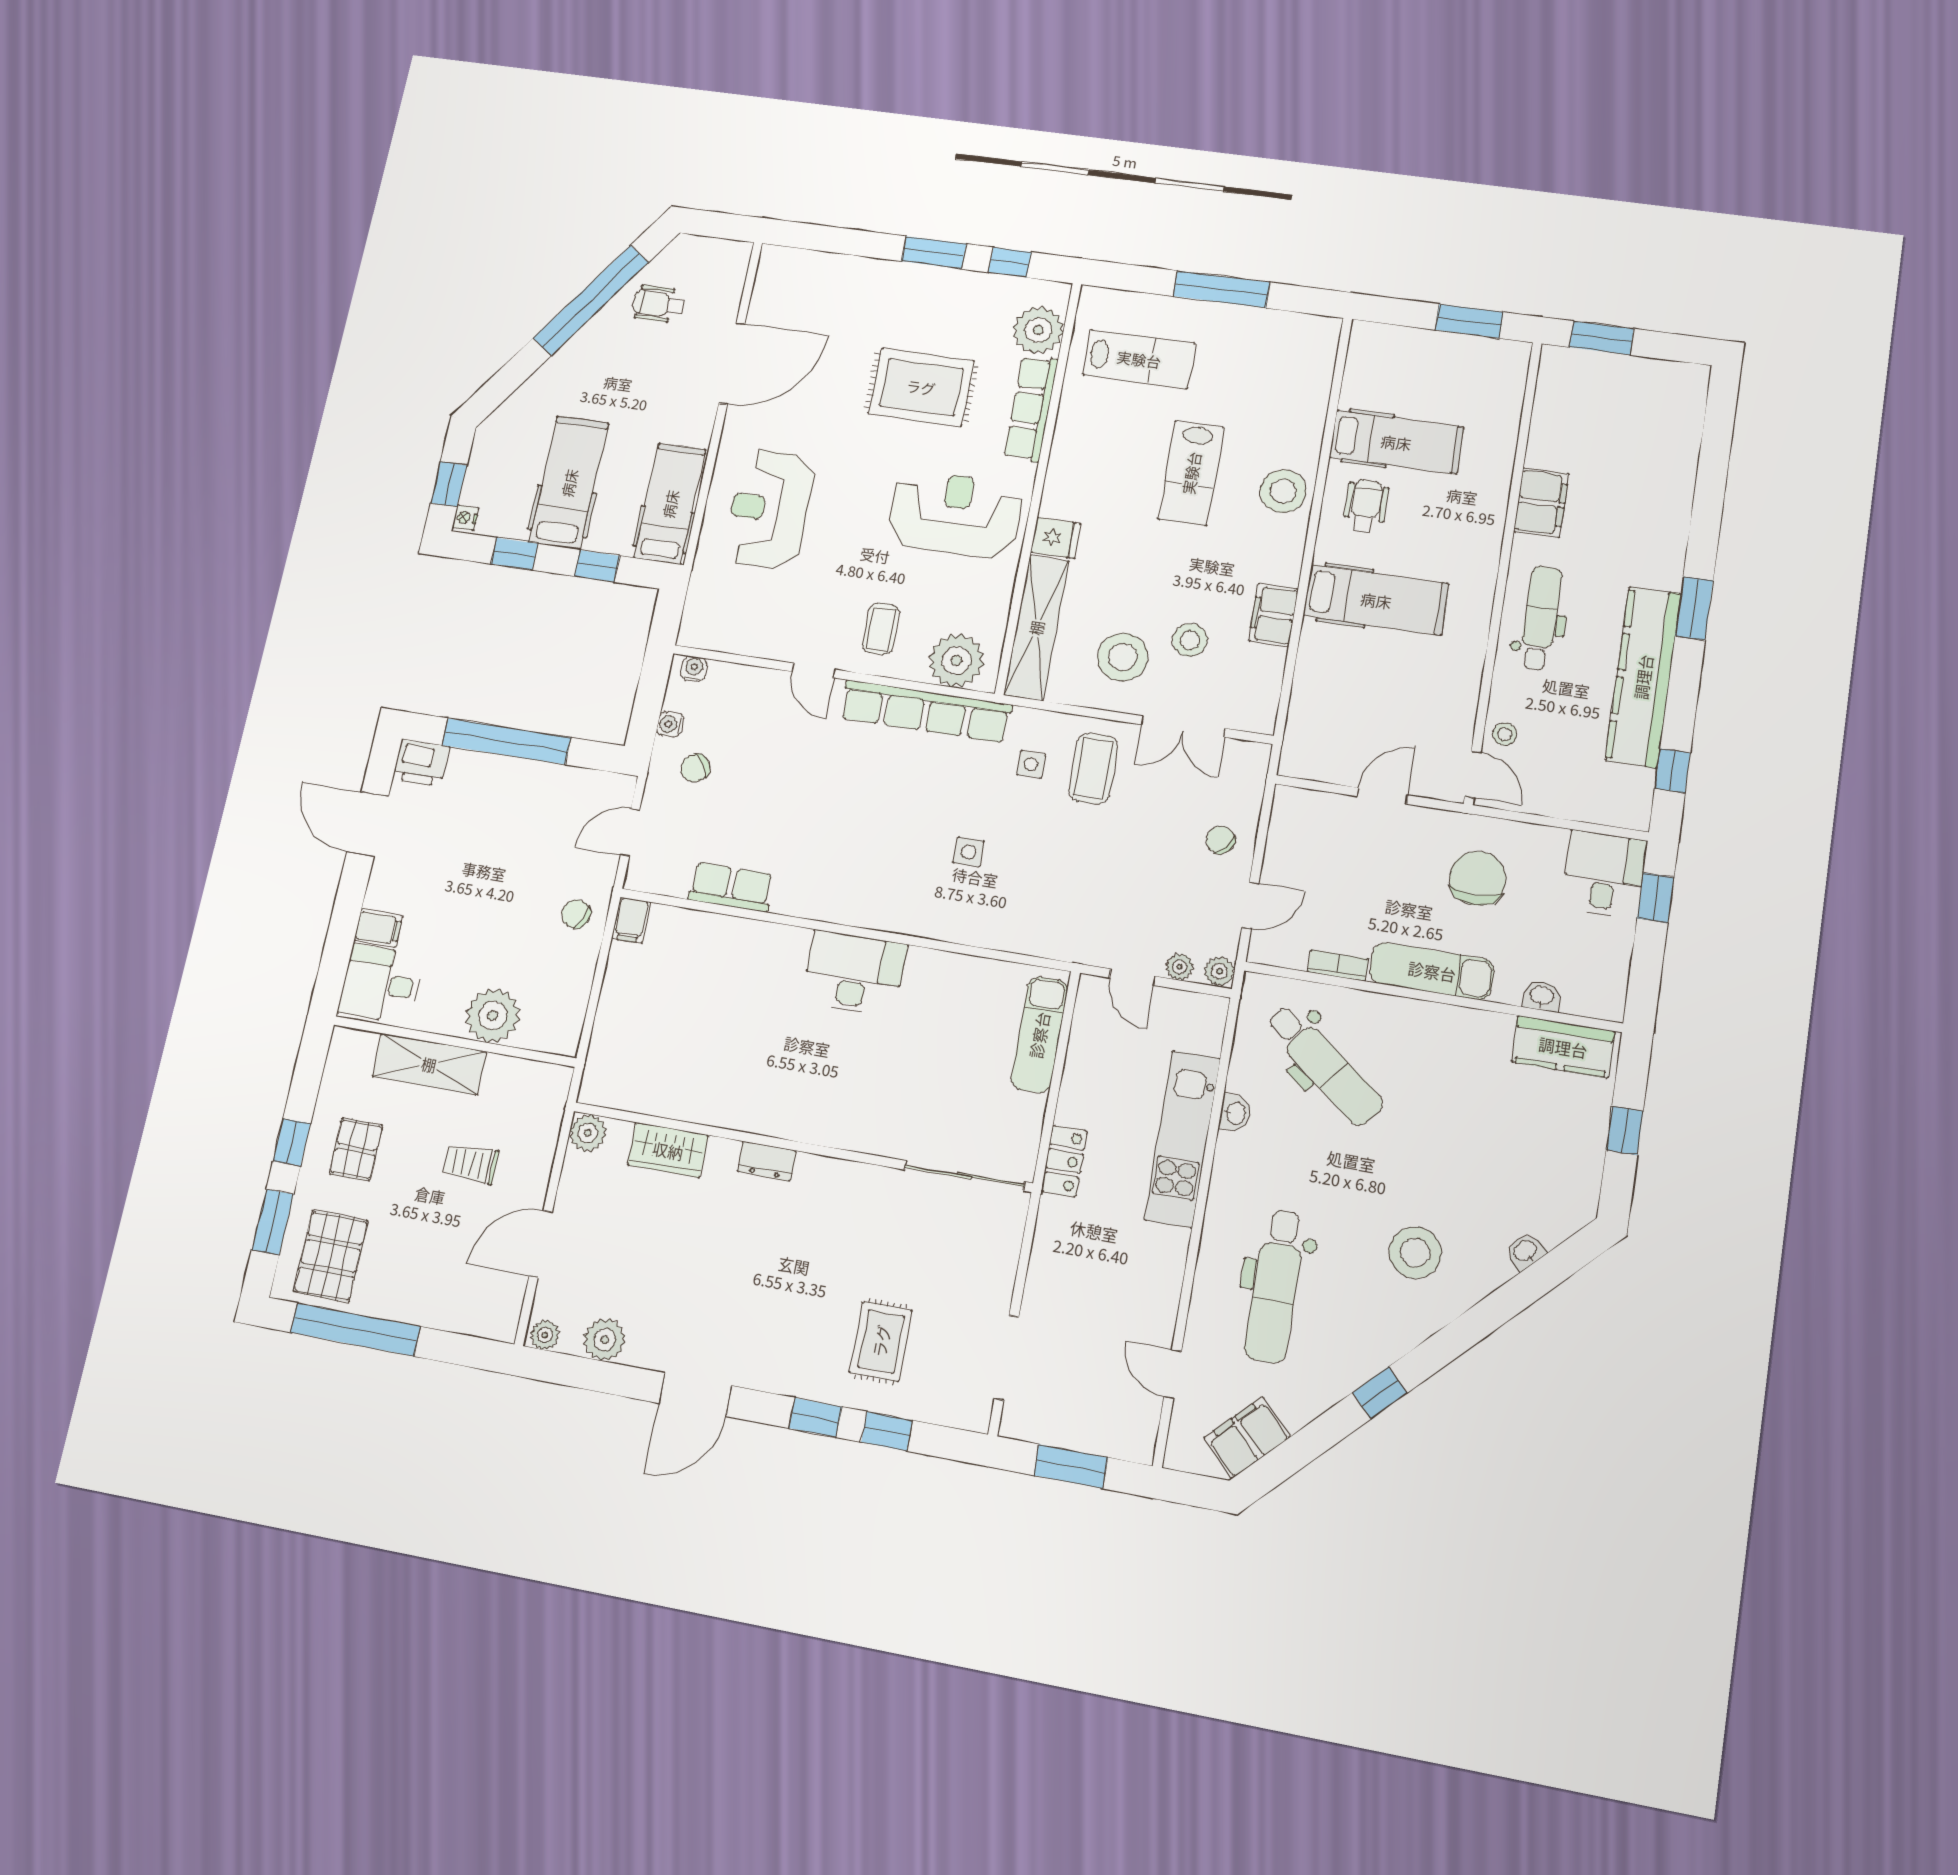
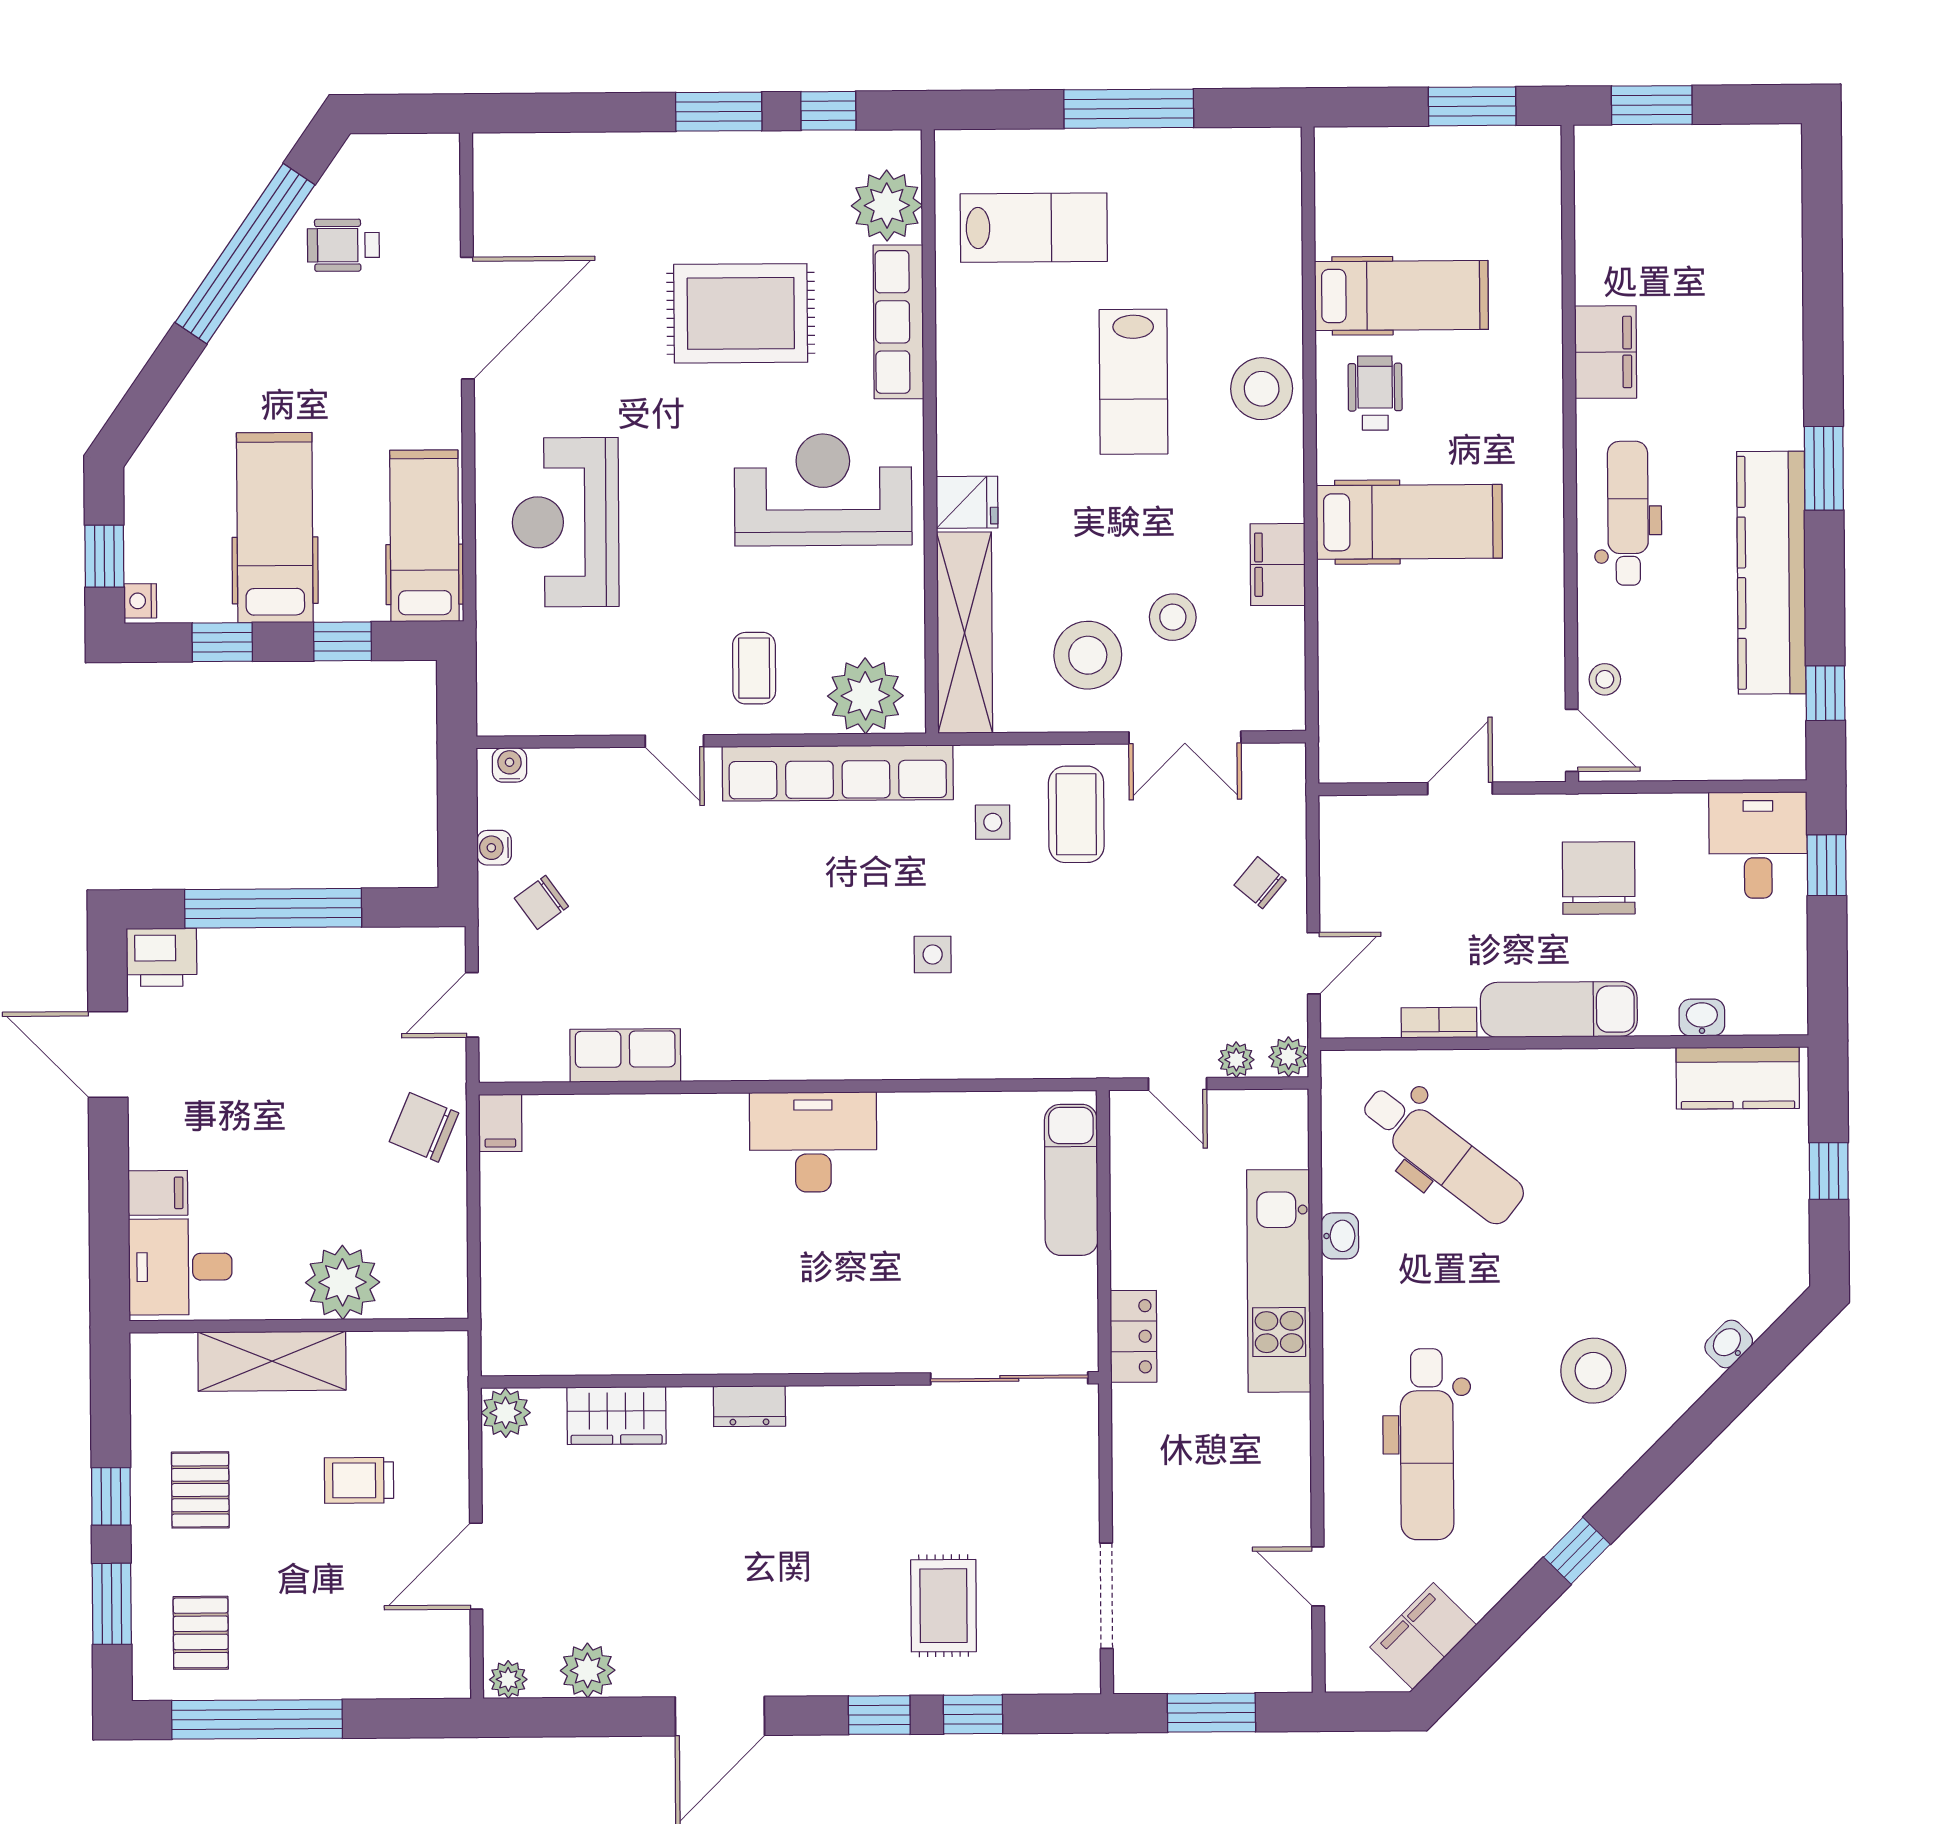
chair: (576, 914) -> (424, 1127), width x1.37, depth x1.37
pallet: (331, 1256) -> (201, 1633), width x0.67, depth x0.71

